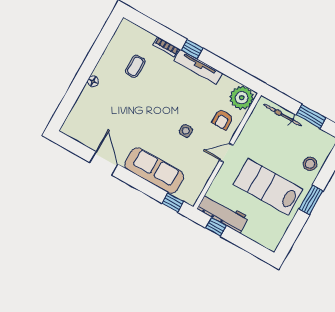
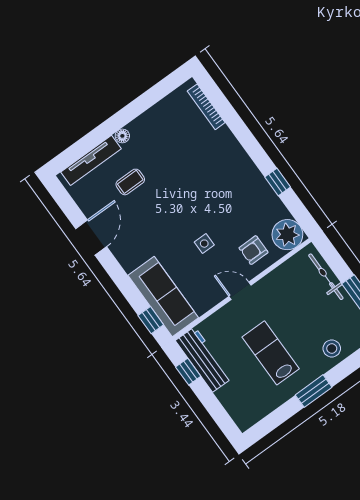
bookcase: (166, 47) -> (206, 107), moved, width x1.56
window: (192, 49) -> (278, 182), moved
coffee table: (135, 66) -> (130, 182), moved
tv unit: (198, 67) -> (91, 160), moved, turned -90
sofa: (154, 171) -> (163, 297), moved
lab bench: (268, 187) -> (271, 353), width x0.73, depth x0.72

